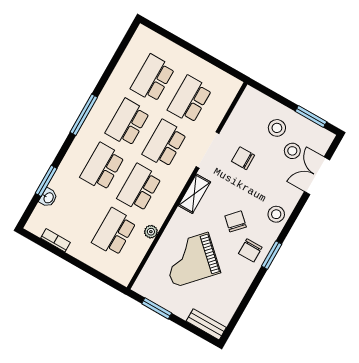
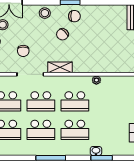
washbasin: (48, 198) -> (96, 151), moved
school desk: (114, 232) -> (109, 101), removed
grand piano: (191, 260) -> (100, 48), removed

